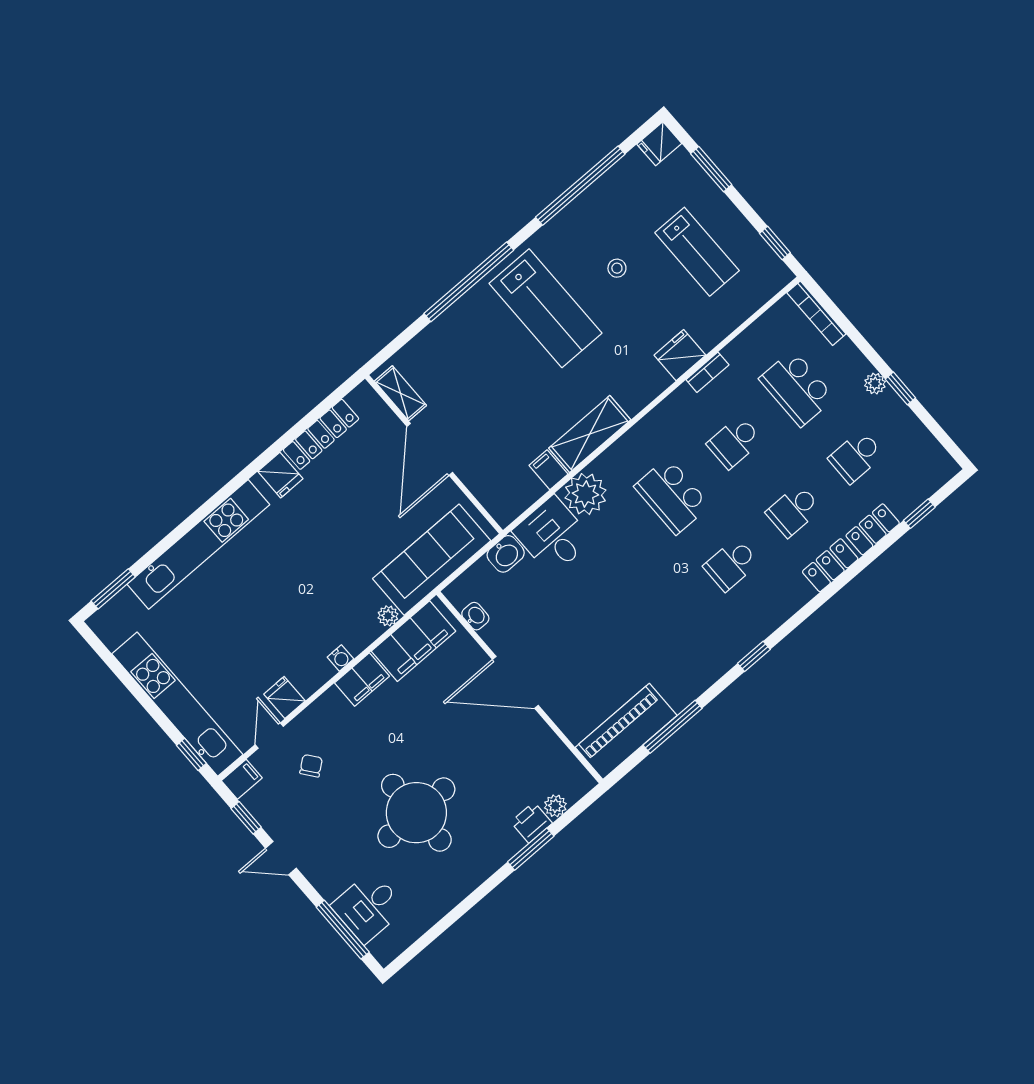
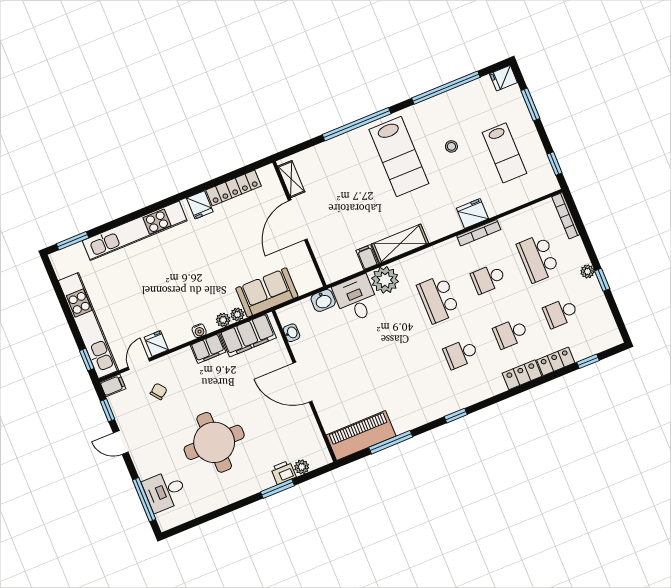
bookcase: (707, 372) -> (479, 233), width x1.56
sofa: (432, 560) -> (267, 292), width x0.73
plant: (370, 631) -> (223, 320), added

